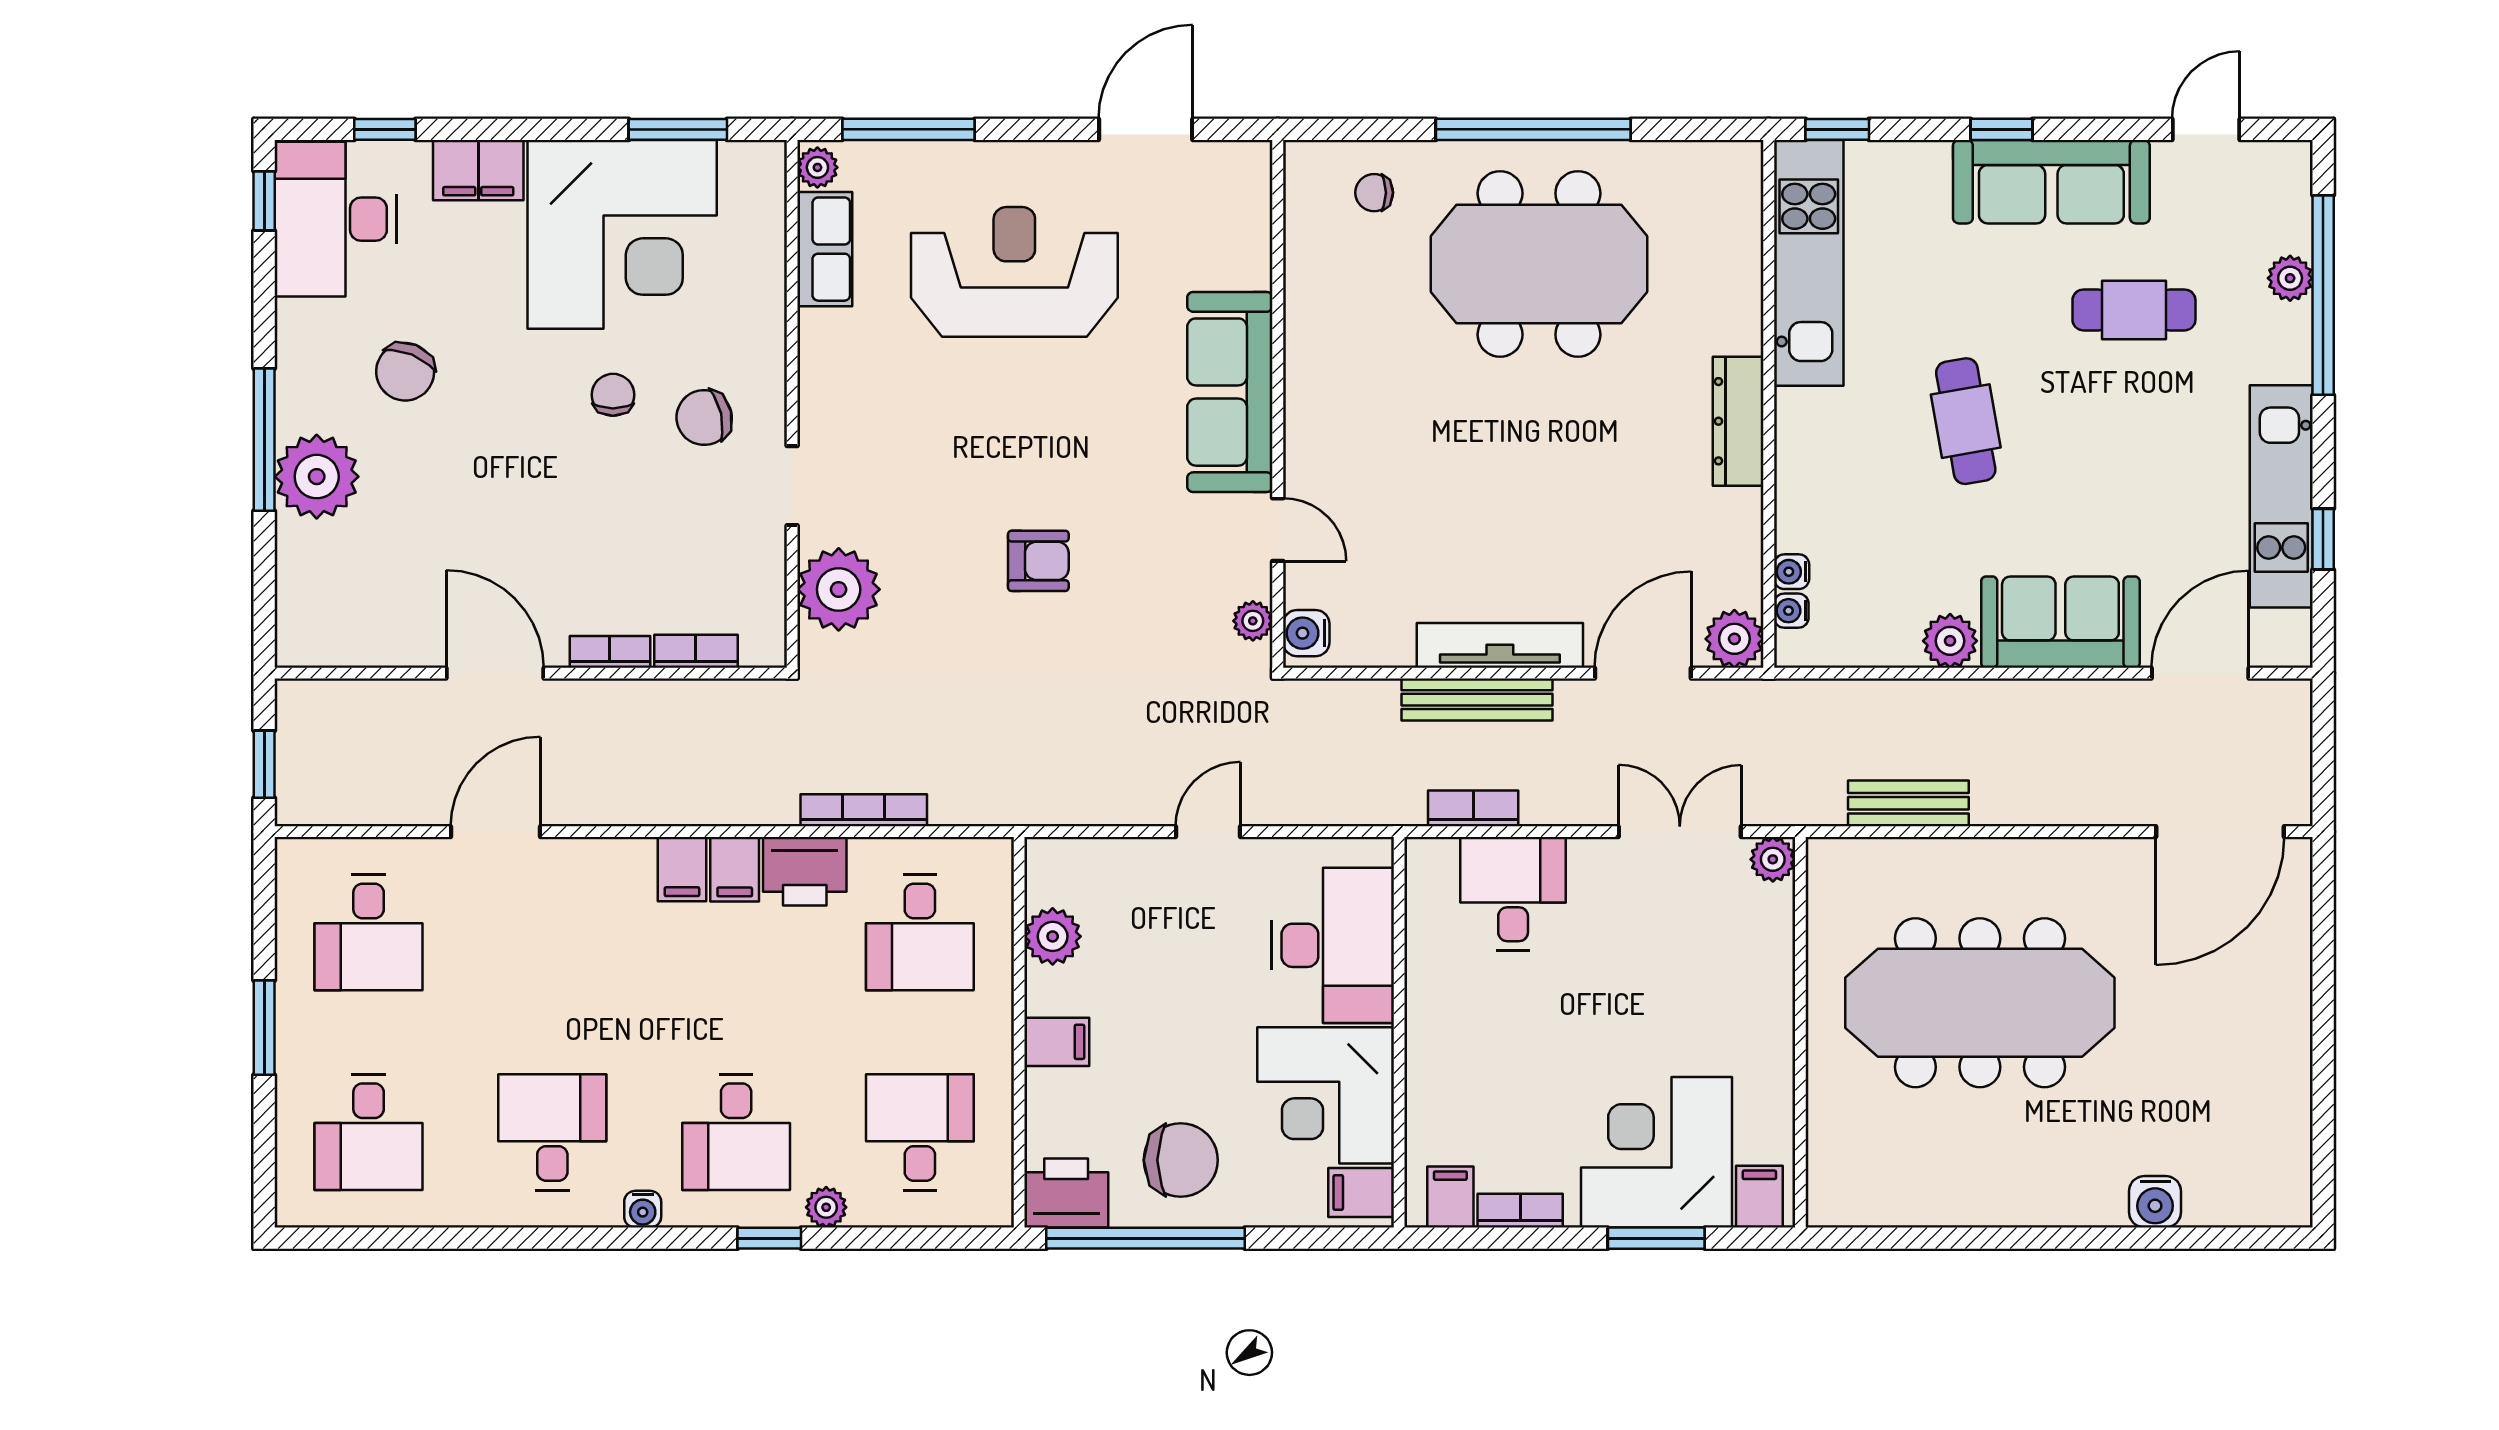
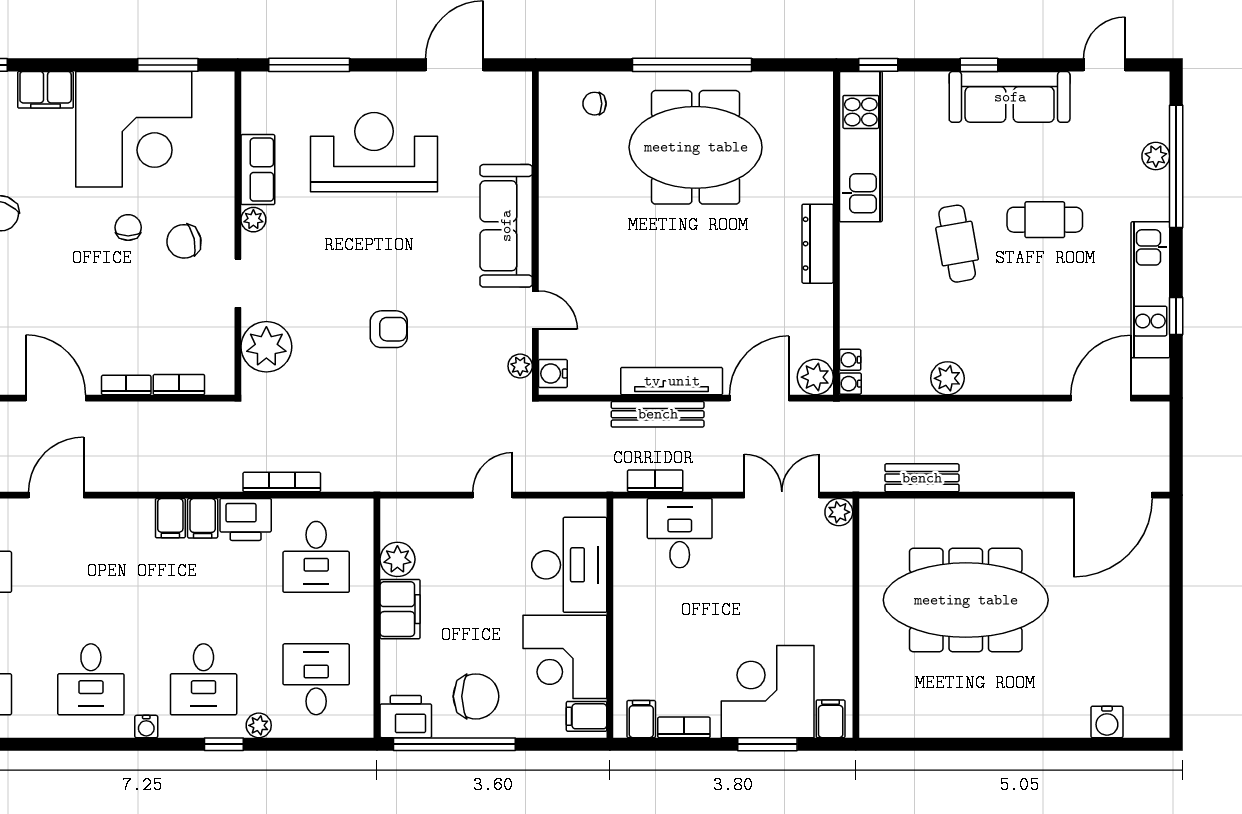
plant: (817, 167) -> (253, 220), moved
row of seats: (825, 249) -> (258, 170), moved
cafe table: (2134, 310) -> (1045, 220), moved
water cooler: (1792, 572) -> (850, 384), moved
sofa: (2060, 622) -> (1015, 367), removed
filing cabinet: (1057, 1042) -> (400, 609), width x2.00
desk: (552, 1132) -> (91, 679), turned 180
water cooler: (2155, 1202) -> (1107, 722), moved

